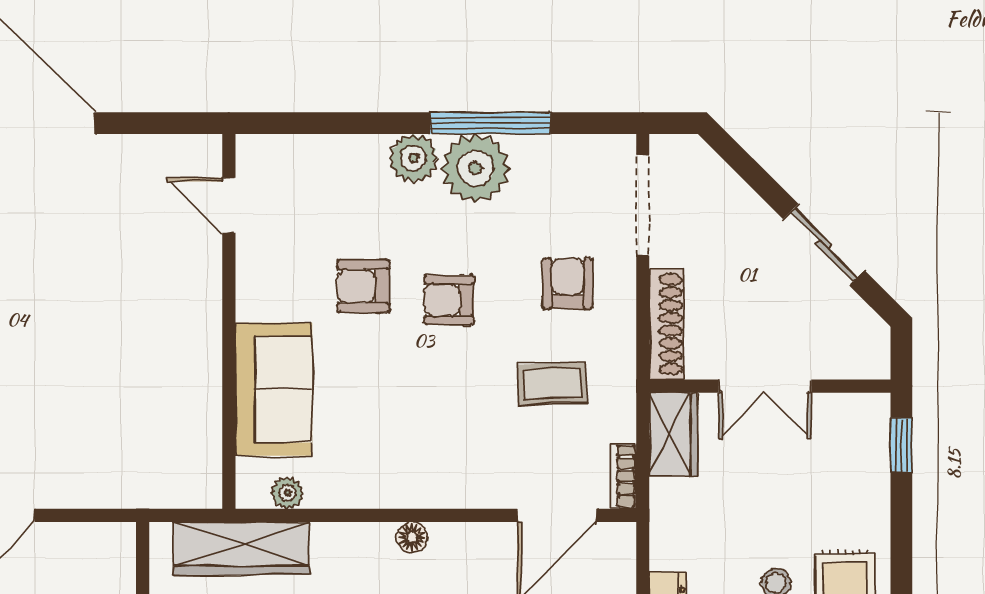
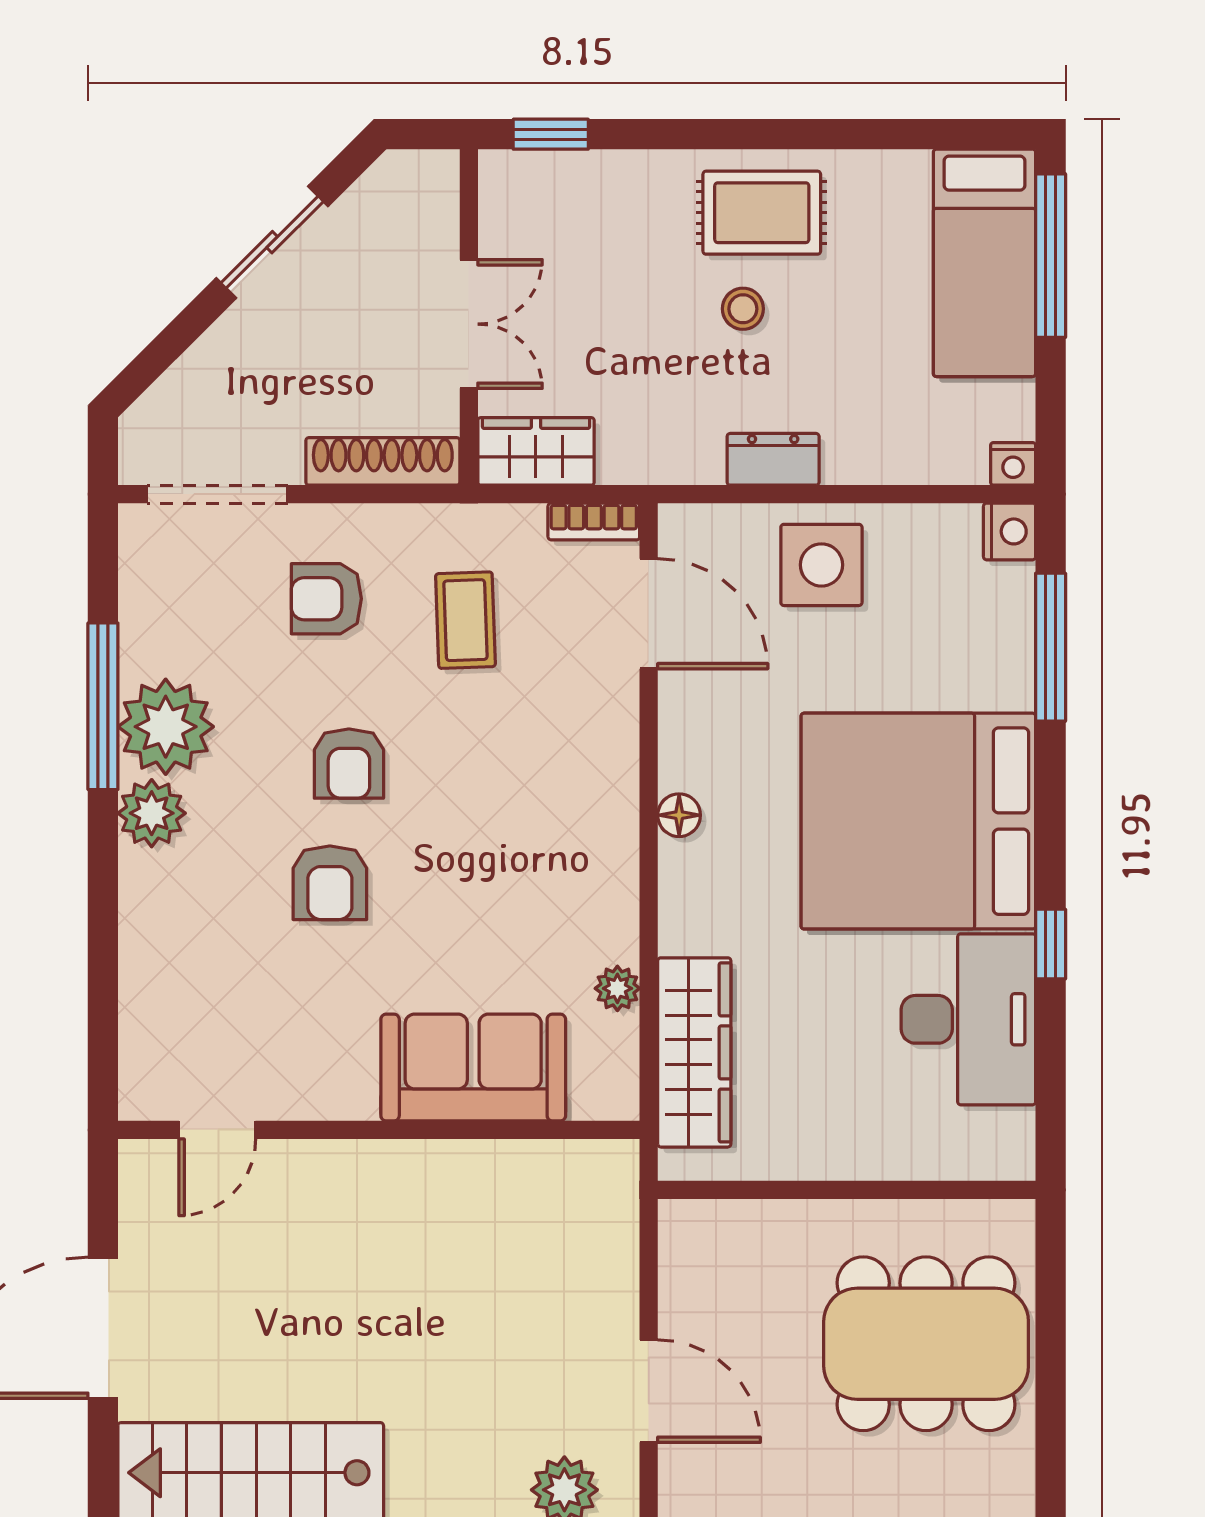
door: (229, 205) -> (217, 1130), moved
wall: (229, 321) -> (379, 1130), moved
sofa: (274, 389) -> (473, 1068), moved

